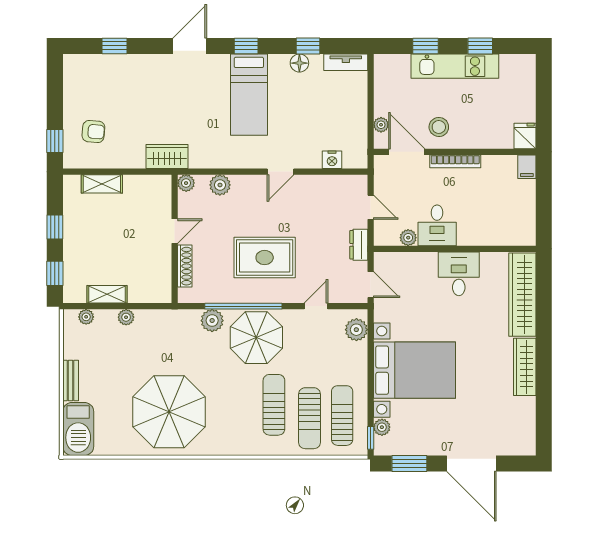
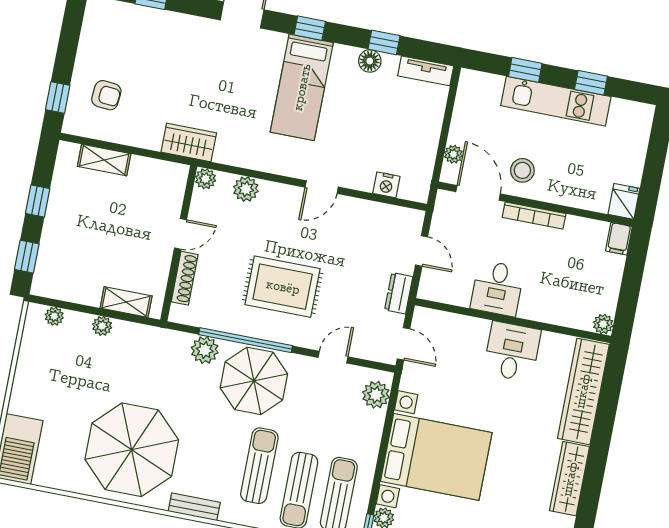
plant: (408, 238) -> (603, 324), moved
shelving: (107, 294) -> (126, 302), moved
bench: (71, 381) -> (194, 507), moved, turned 90

